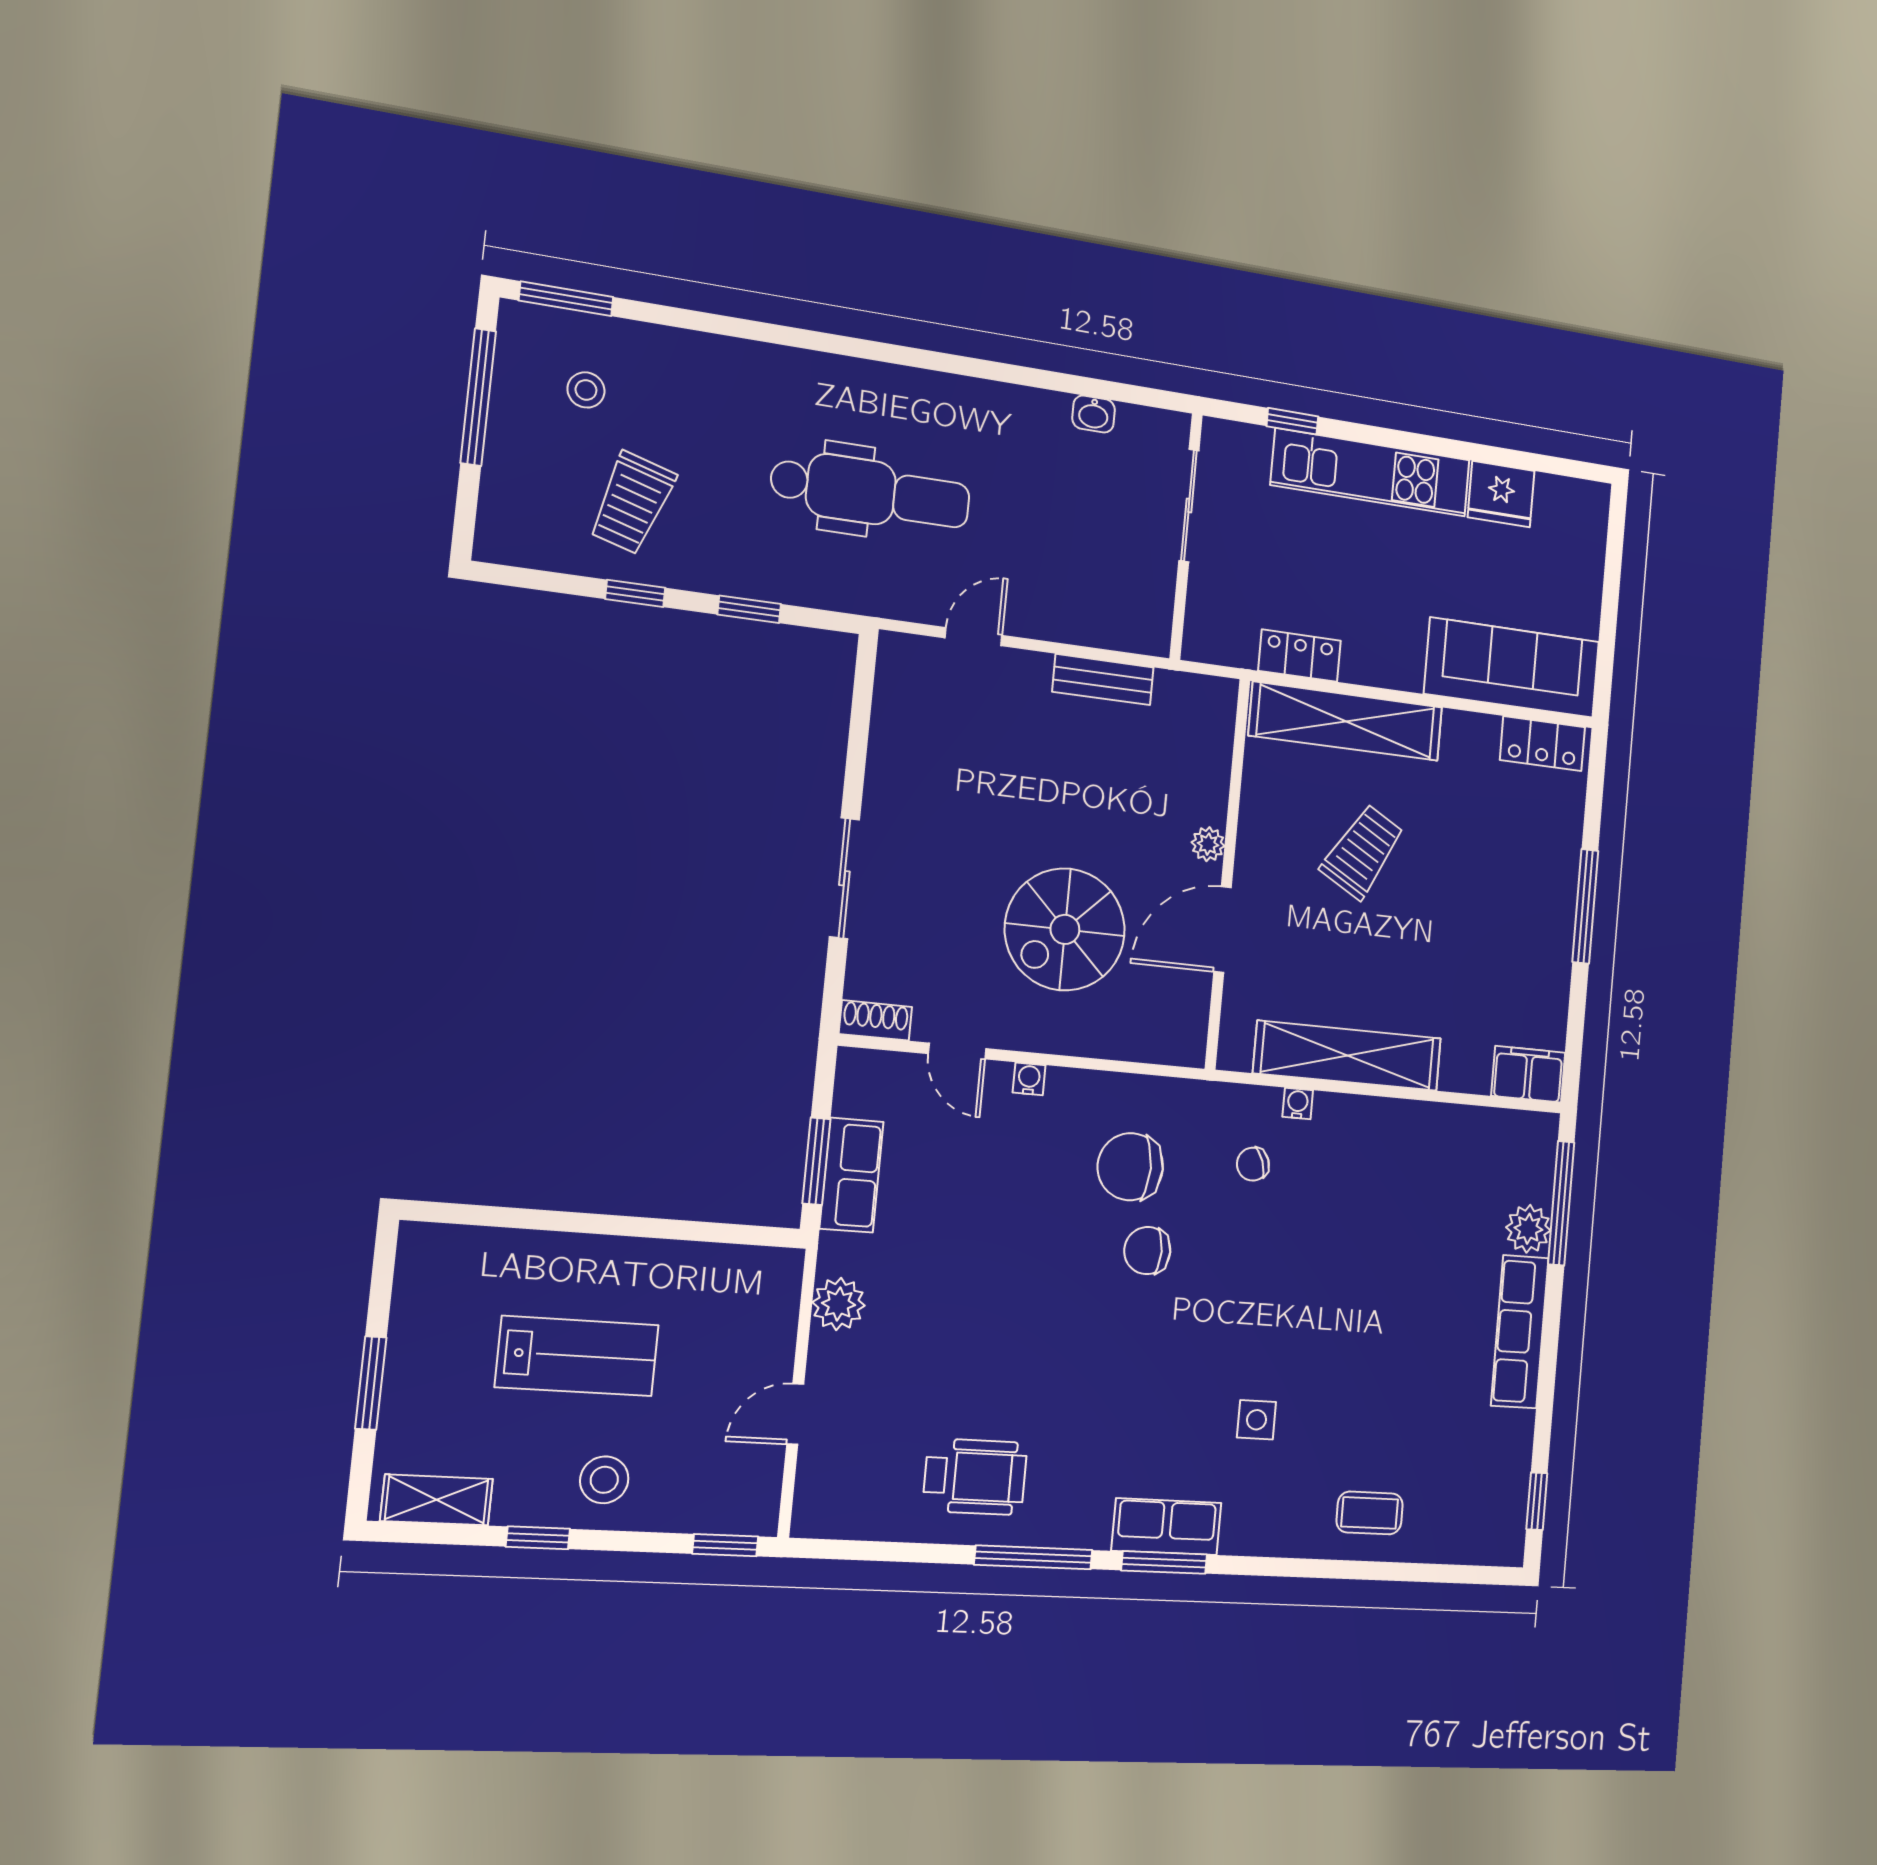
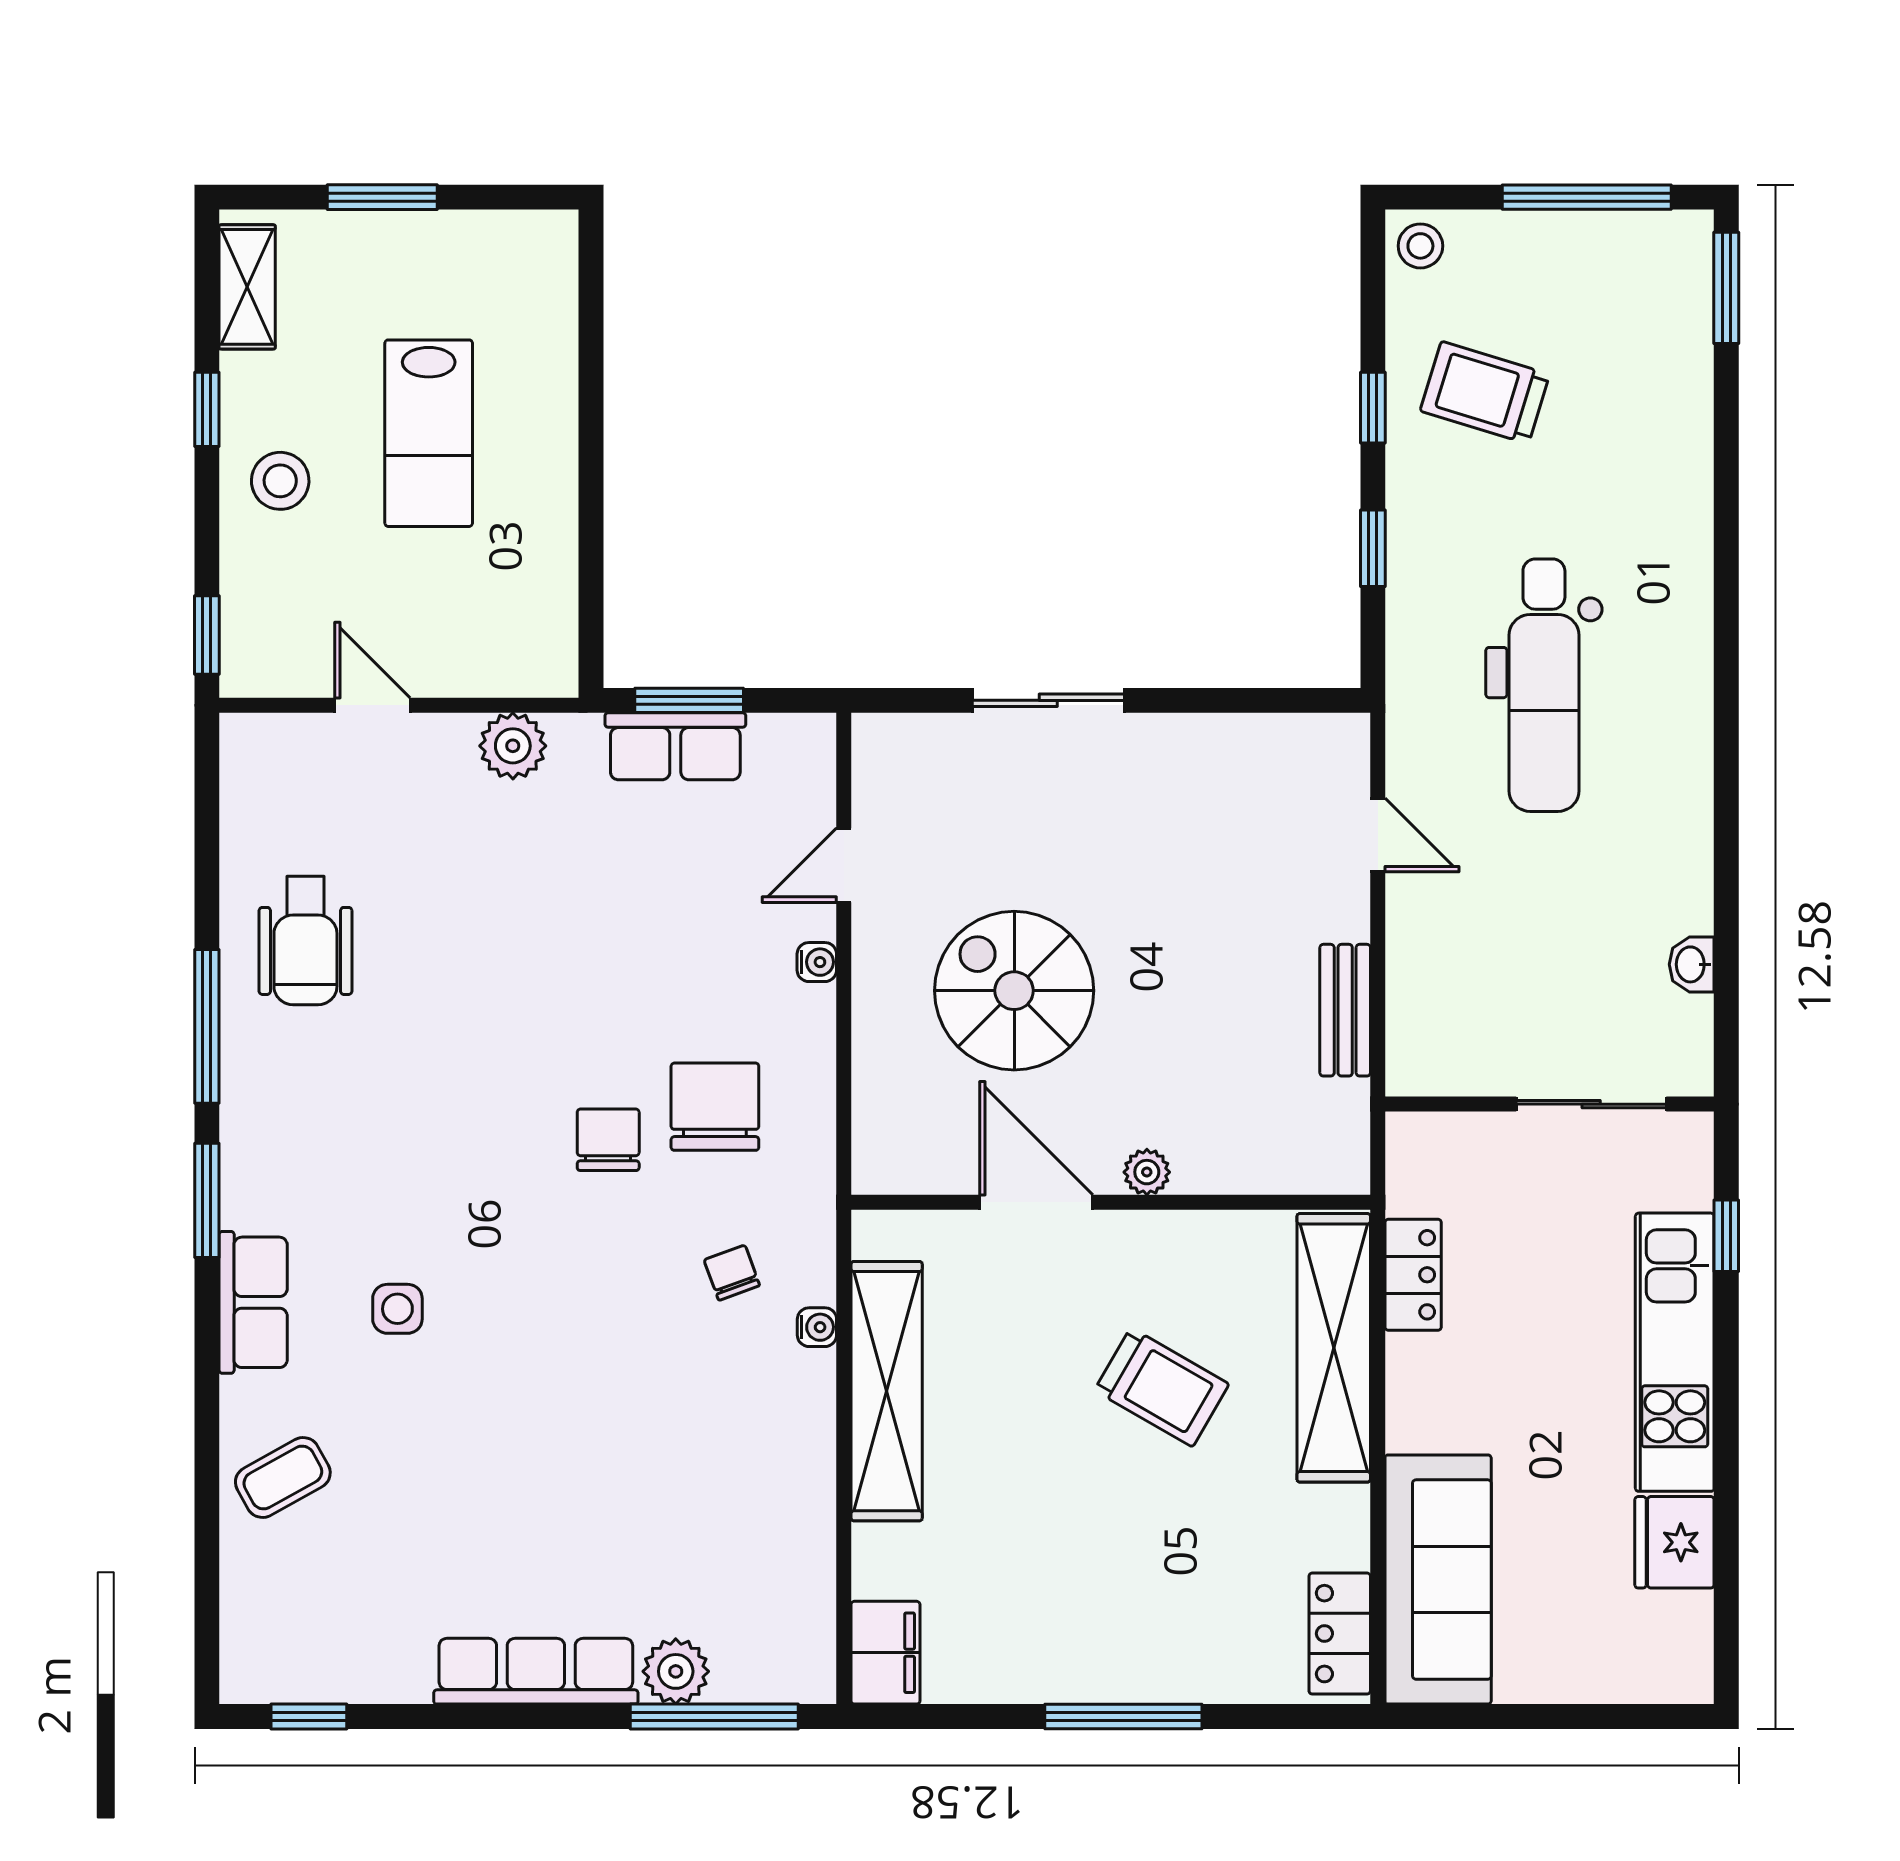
stool: (586, 390) -> (1420, 246), moved
shoe rack: (875, 1020) -> (873, 757), removed
coffee table: (1370, 1513) -> (283, 1477), turned 61
row of seats: (1166, 1527) -> (253, 1302), moved

